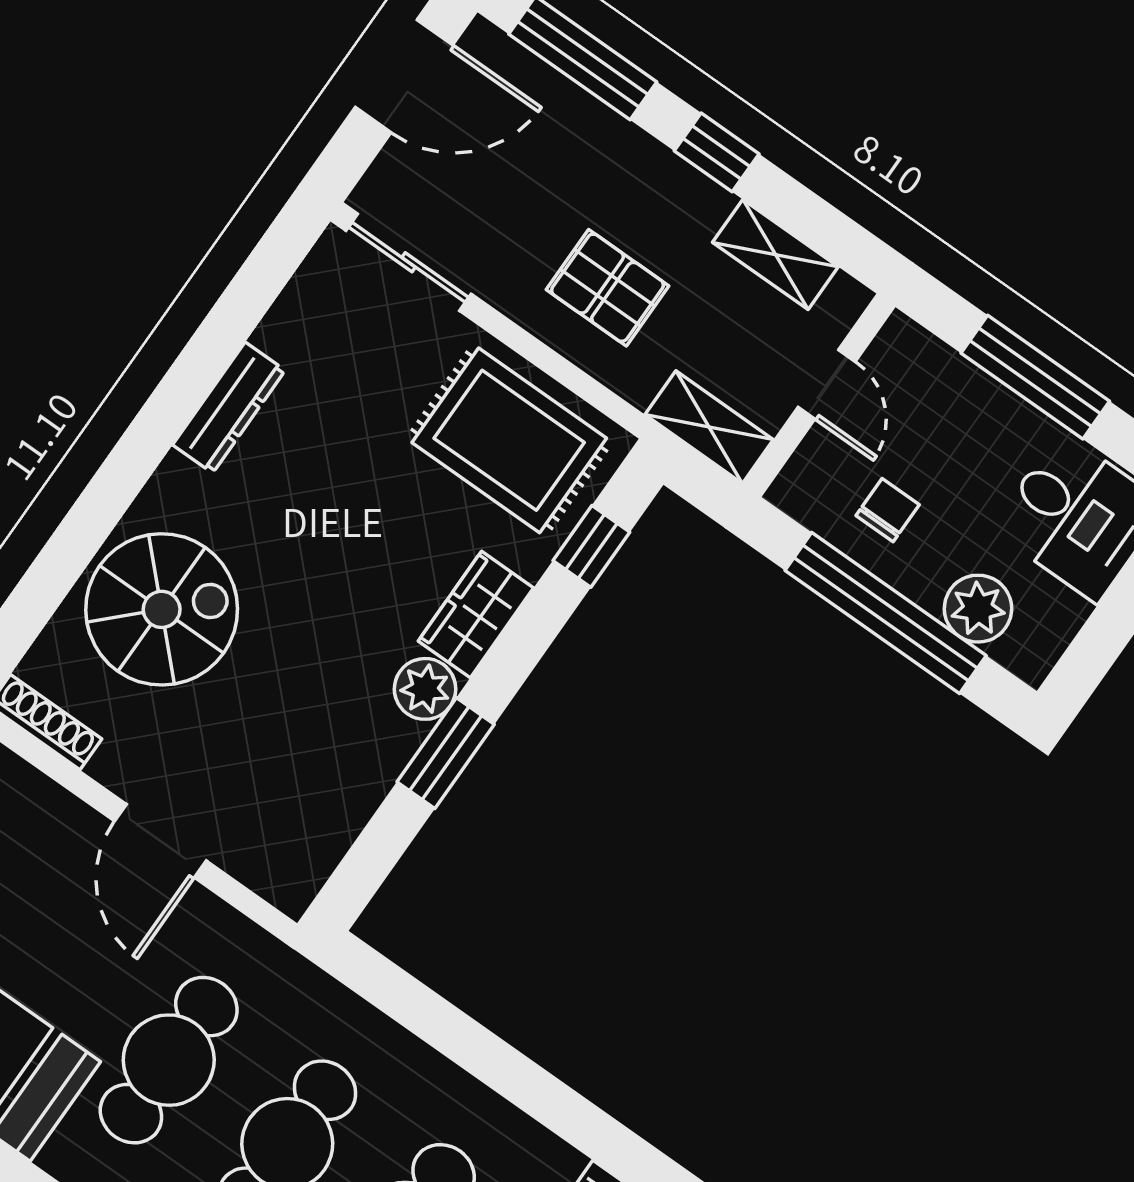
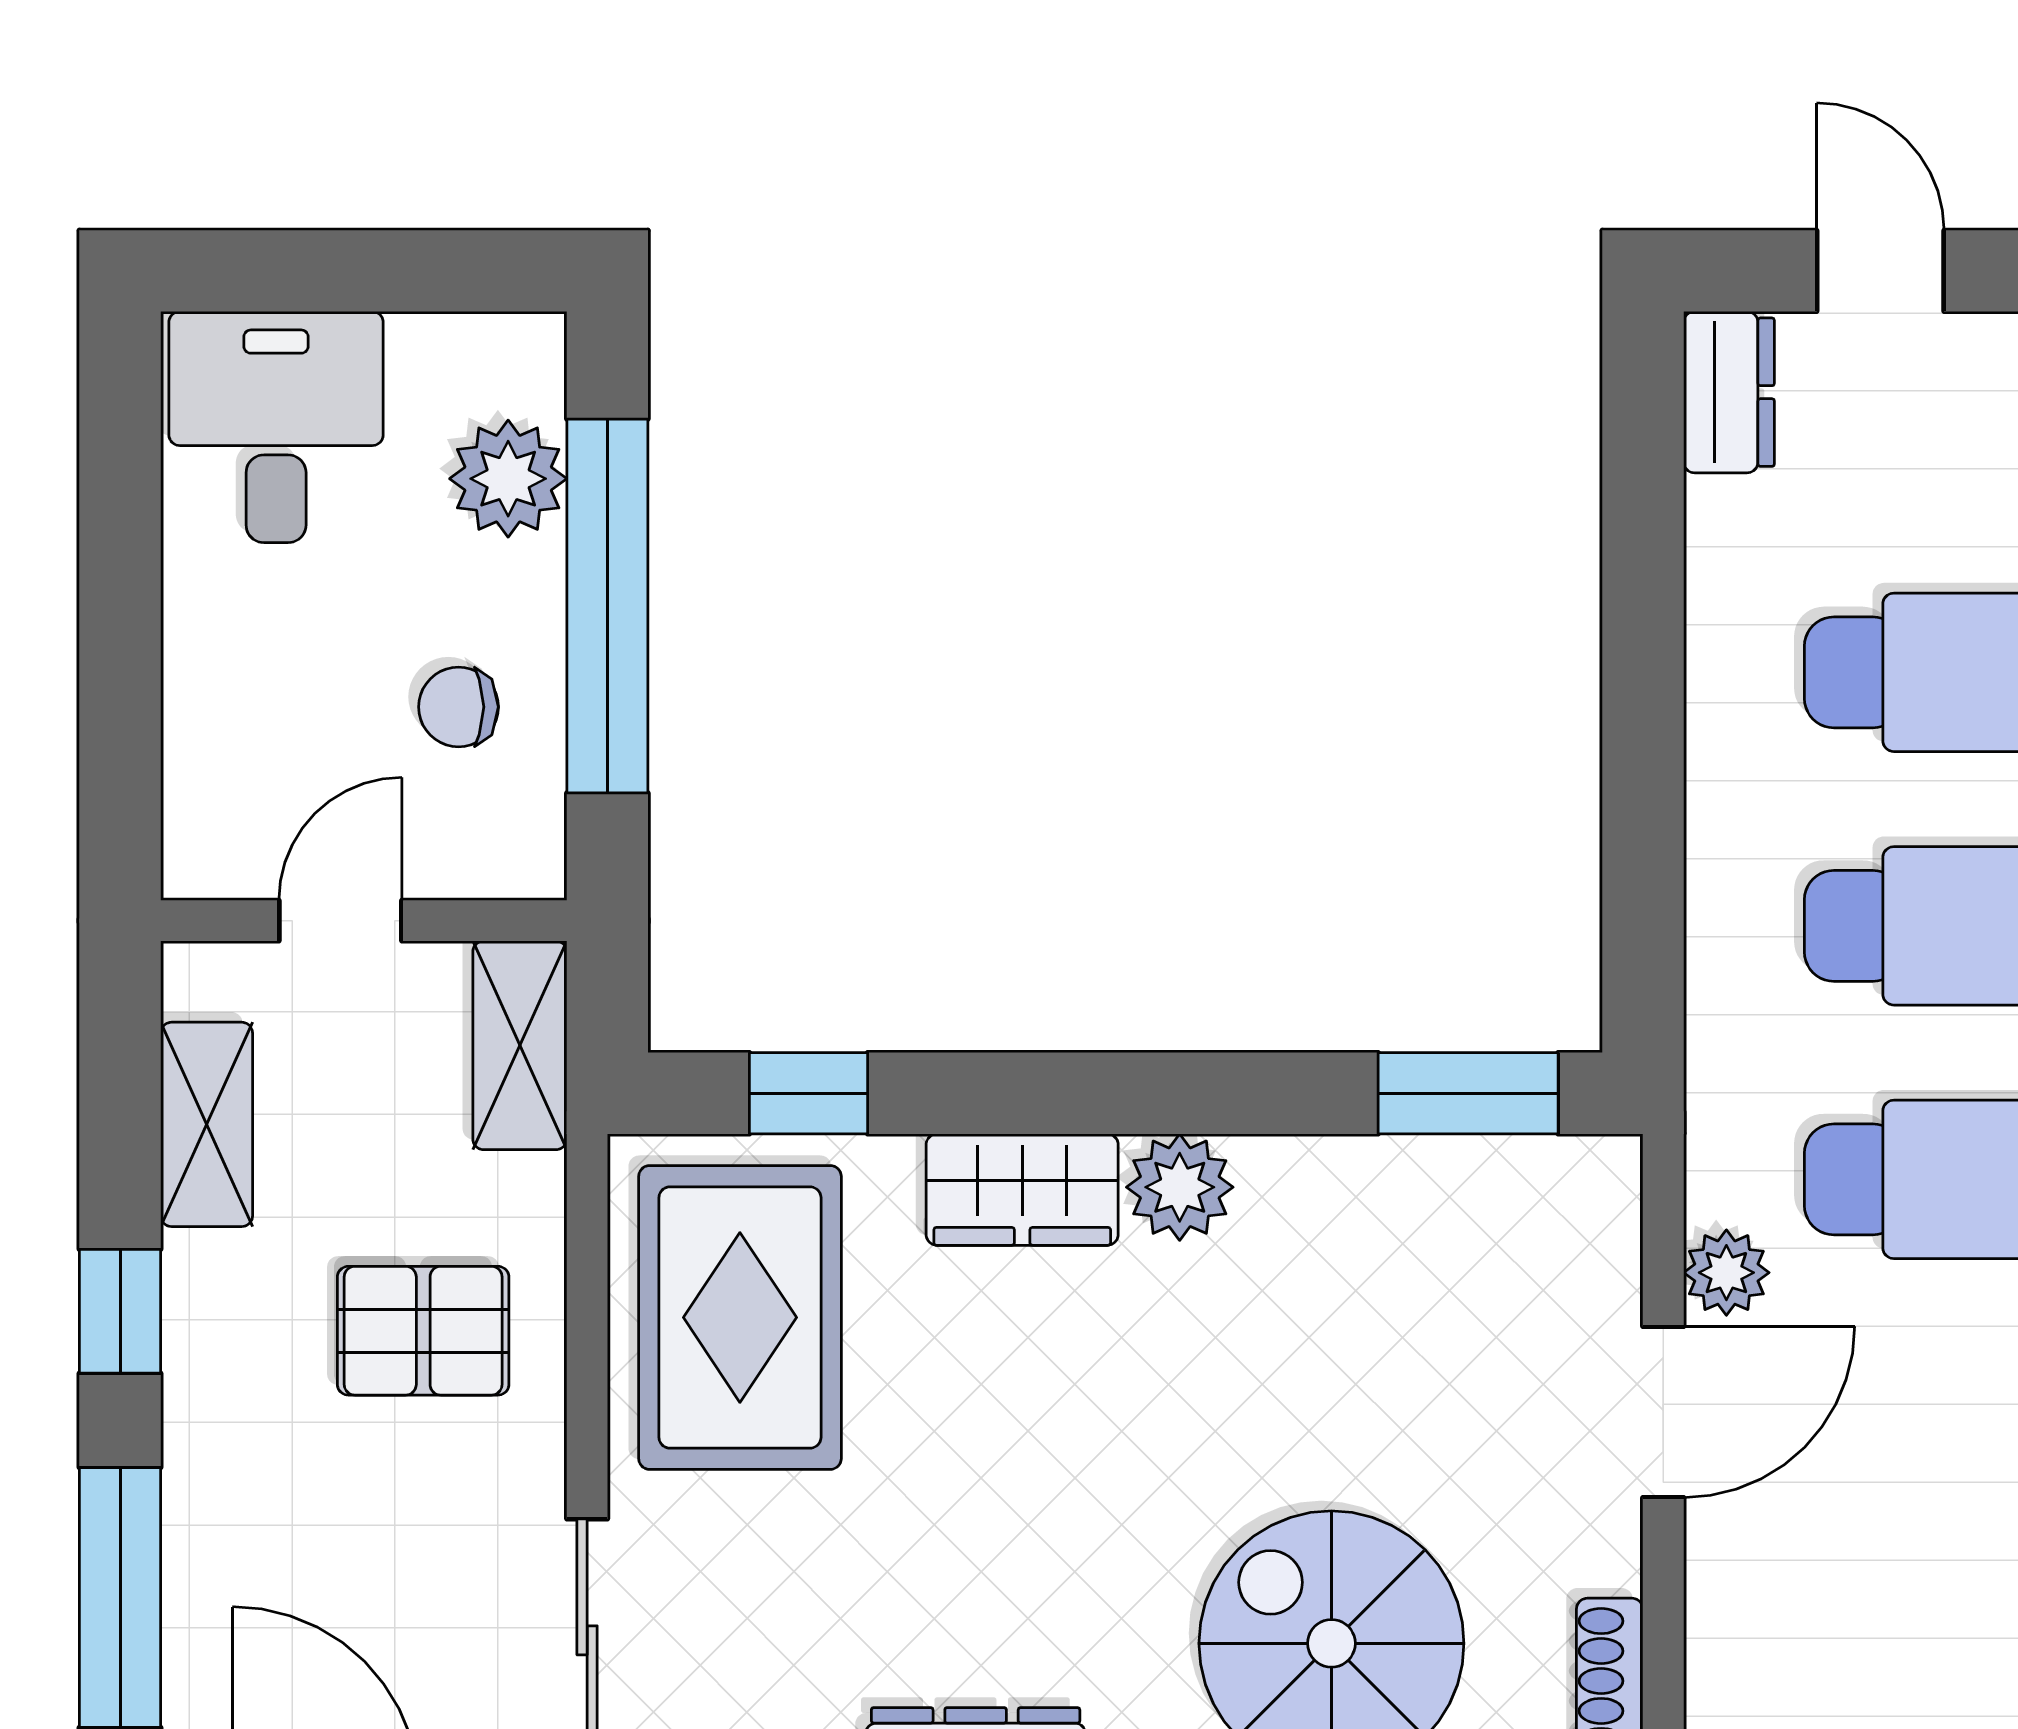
pallet: (608, 288) -> (423, 1331), turned 90
window: (1035, 377) -> (120, 630), removed
window: (446, 753) -> (1468, 1093), moved
plant: (205, 916) -> (1726, 1273), added

